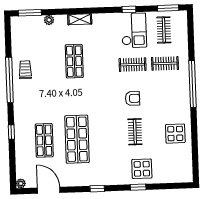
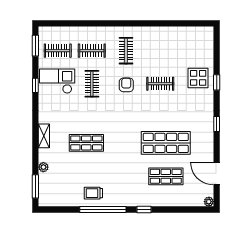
clothes rail: (165, 63) -> (92, 51), turned 90
window: (193, 84) -> (114, 23), removed
clothes rail: (166, 97) -> (126, 51), added
window: (11, 132) -> (144, 209), moved
display table: (175, 134) -> (163, 43), removed
door: (49, 190) -> (217, 174), hinge flipped

